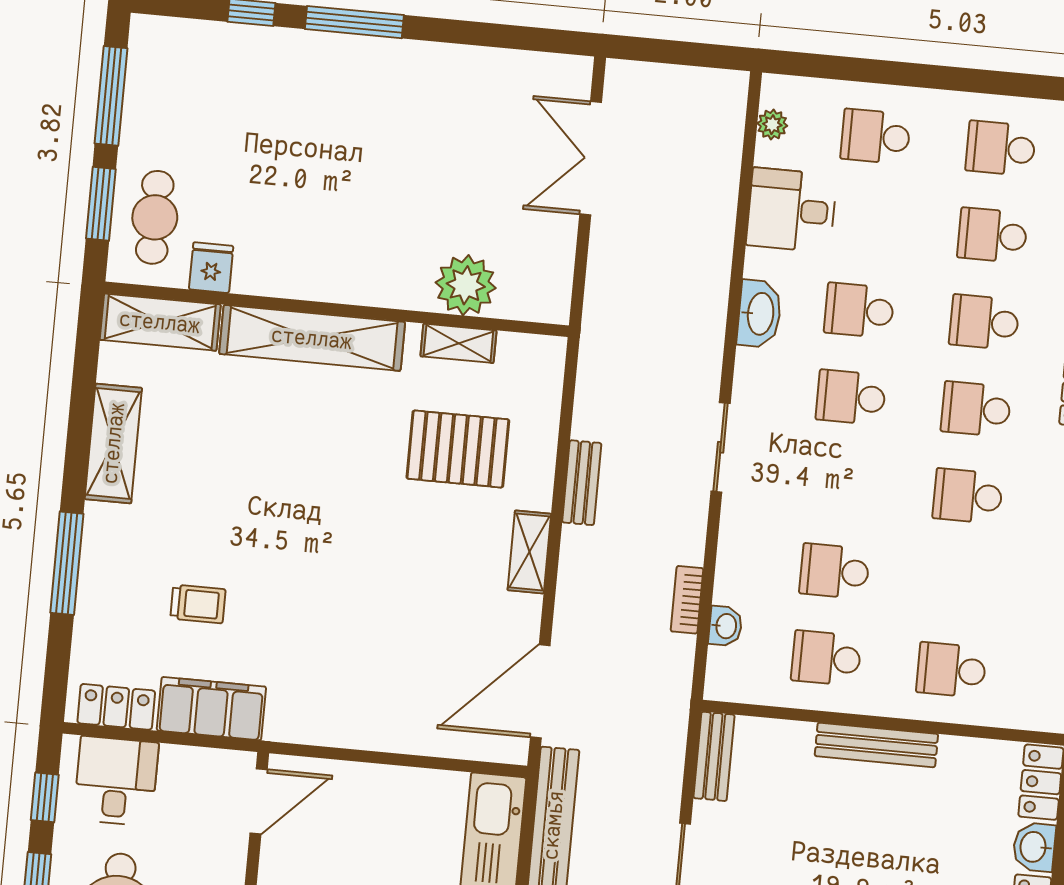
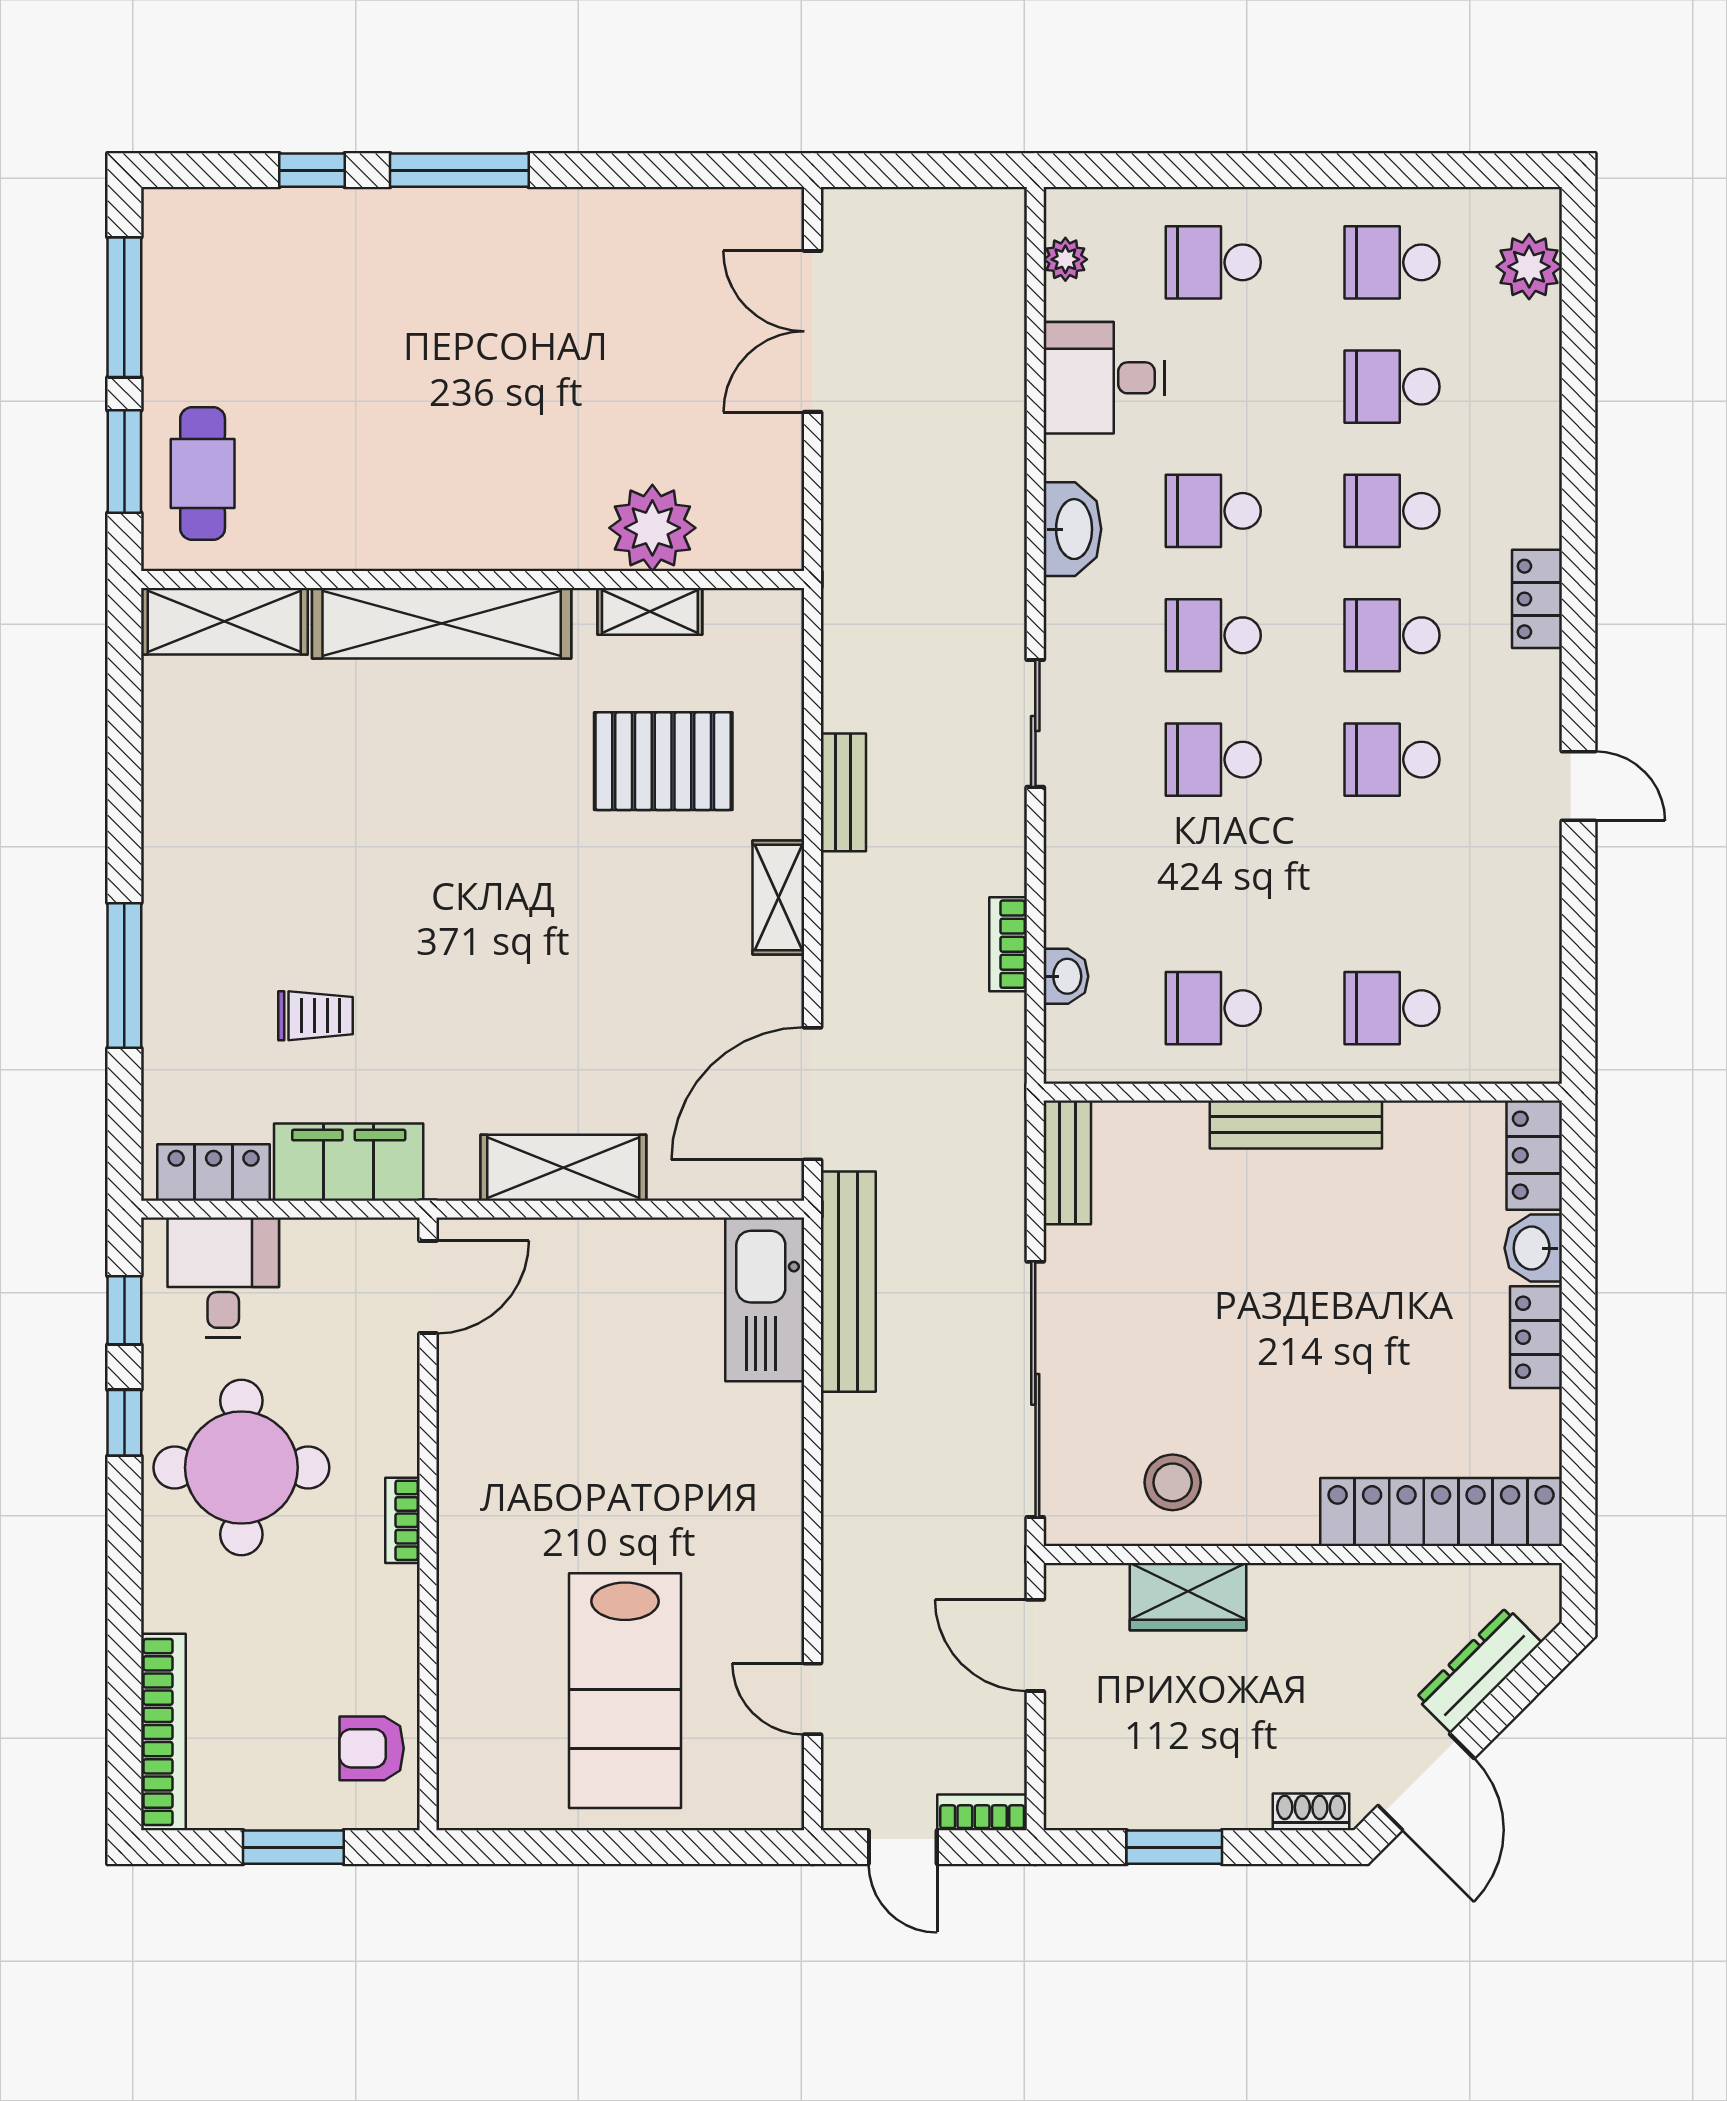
fridge: (211, 268) -> (289, 537), removed
shelving: (113, 443) -> (563, 1168), moved, turned 90
school desk: (834, 571) -> (1213, 760), moved

